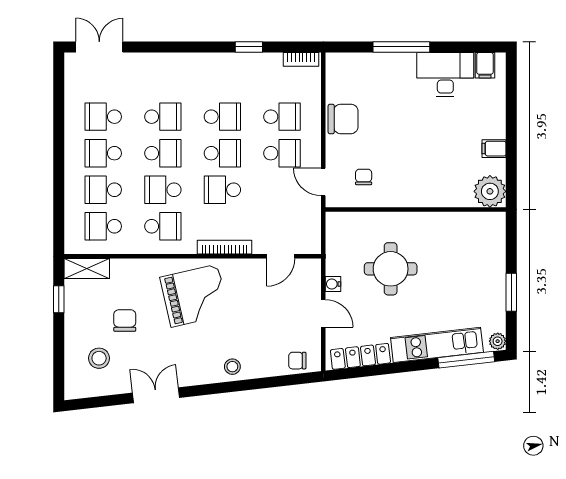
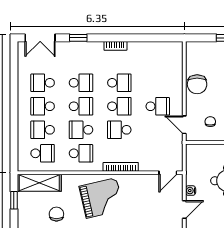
double door: (99, 47) -> (40, 38), swing flipped
window: (249, 47) -> (78, 38), moved
bookcase: (301, 59) -> (115, 46), moved
school desk: (282, 117) -> (158, 83), removed
chair: (343, 119) -> (197, 84), turned 90
school desk: (103, 226) -> (43, 153), turned 180
door: (281, 256) -> (168, 173), moved
shelving: (87, 269) -> (39, 183), width x1.50, depth x1.33
door: (323, 313) -> (184, 209), hinge flipped

